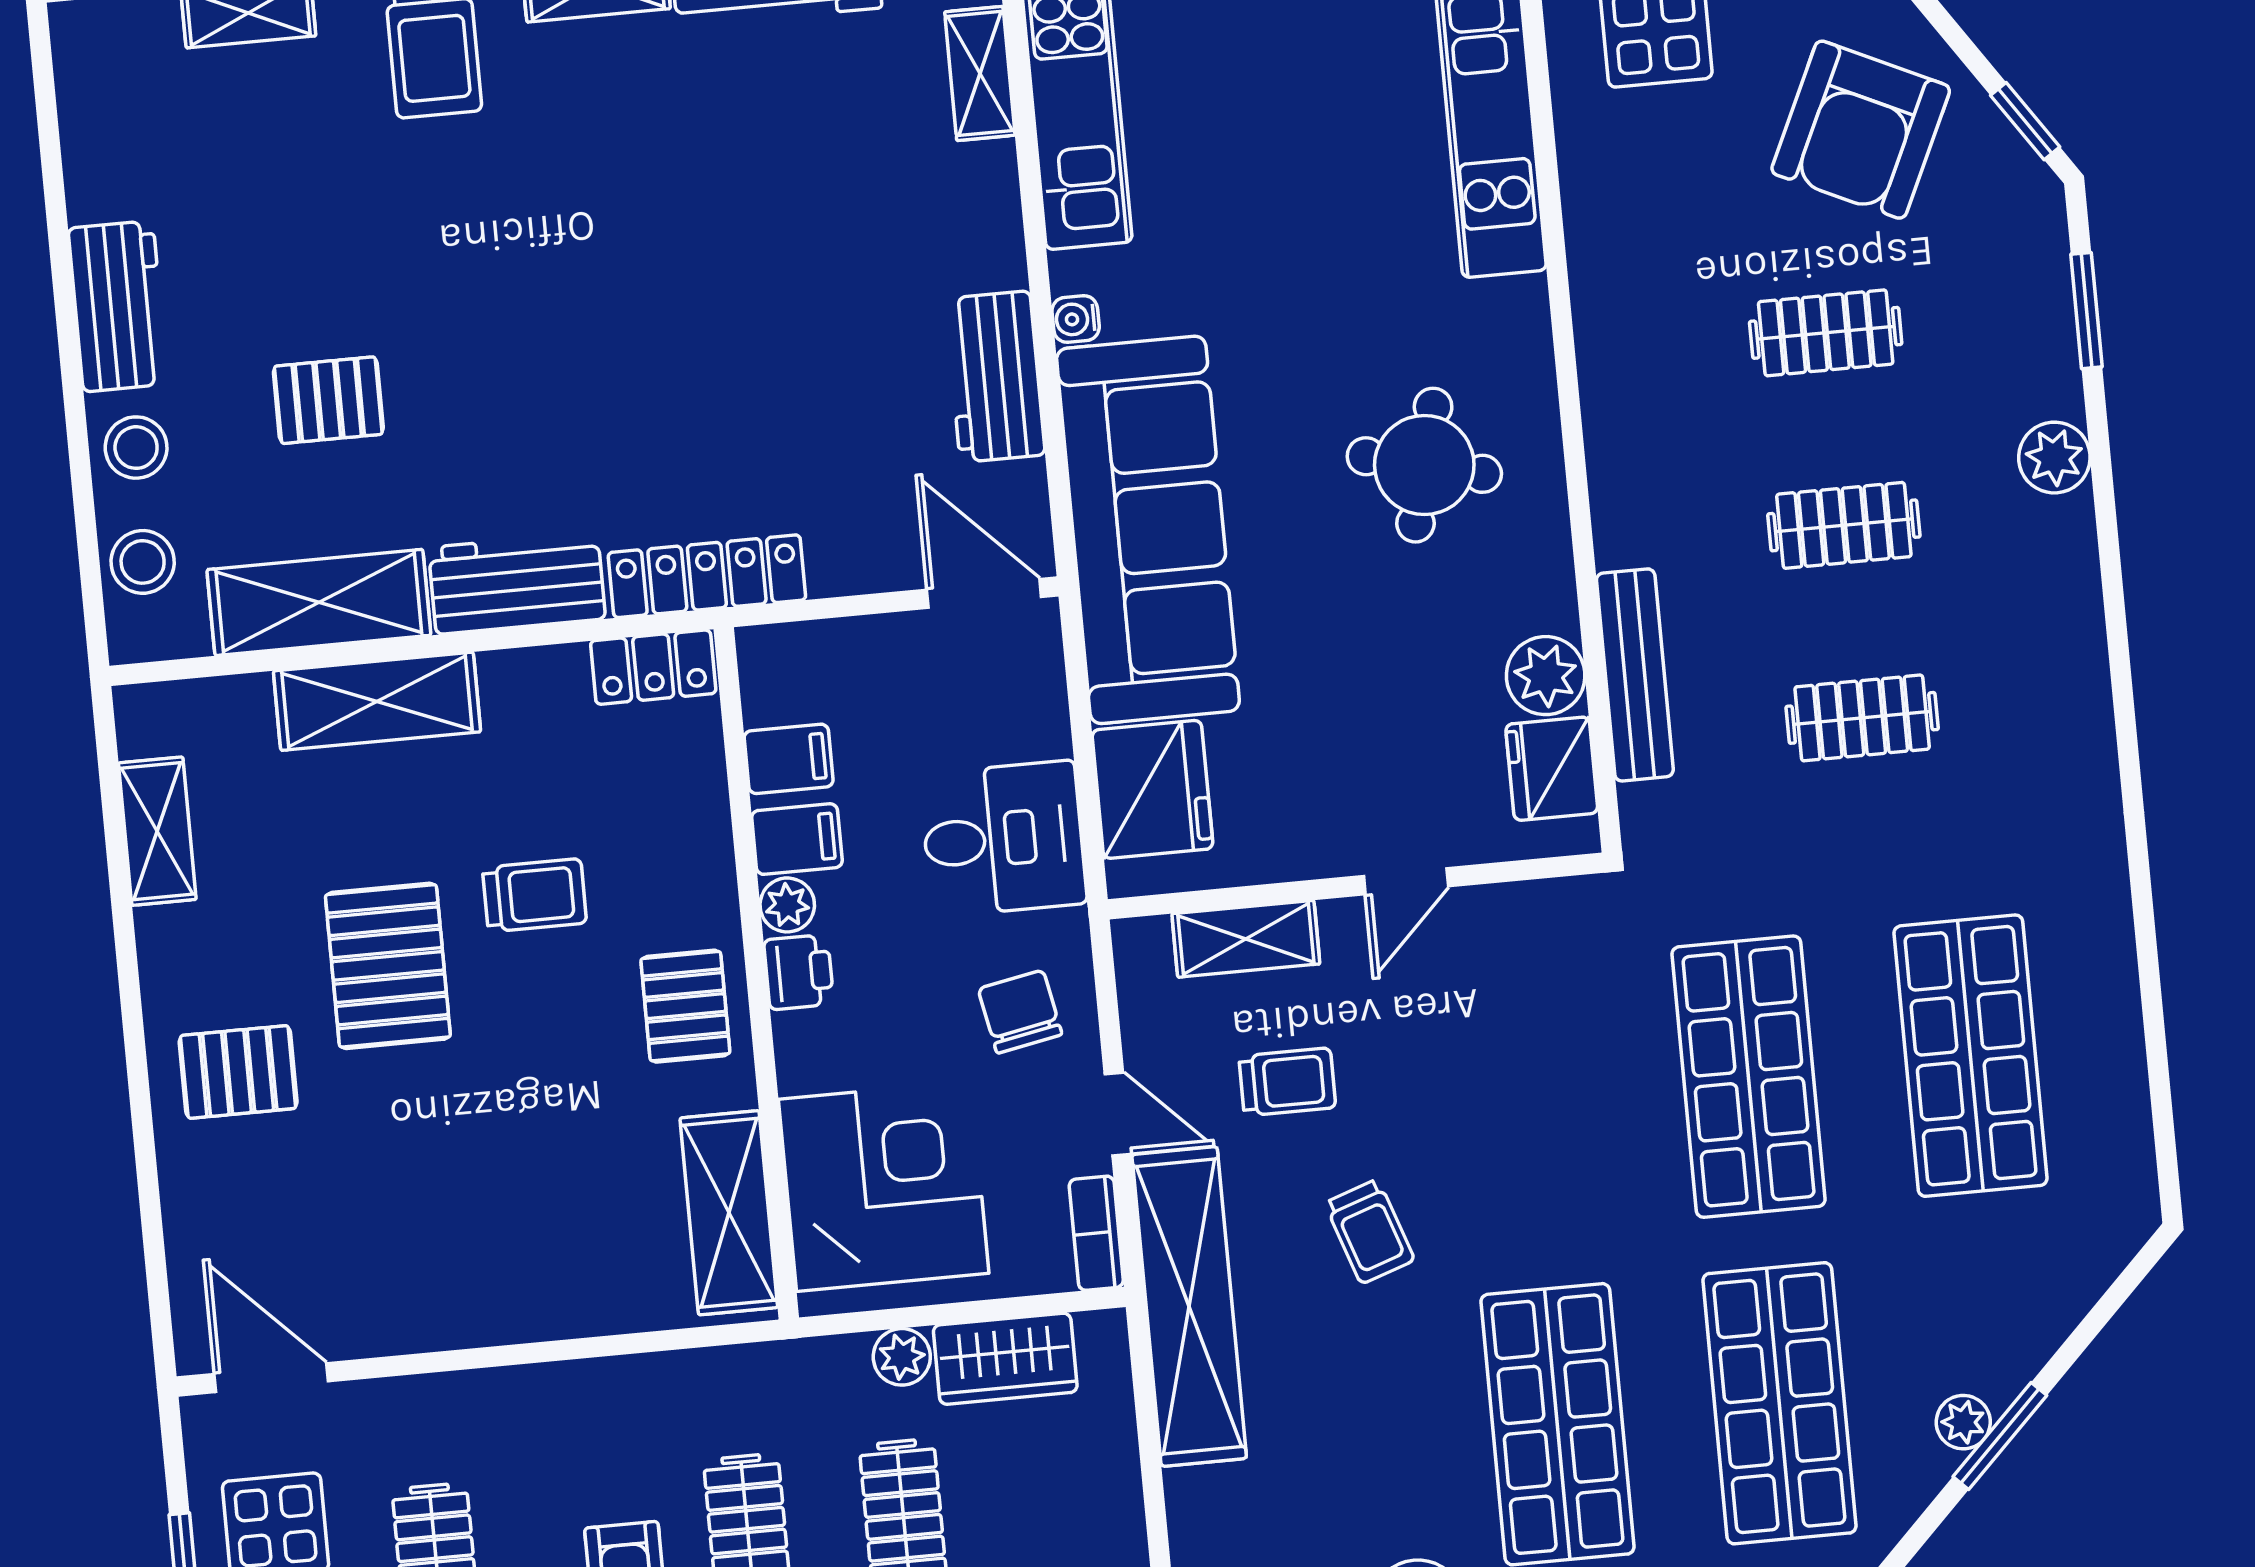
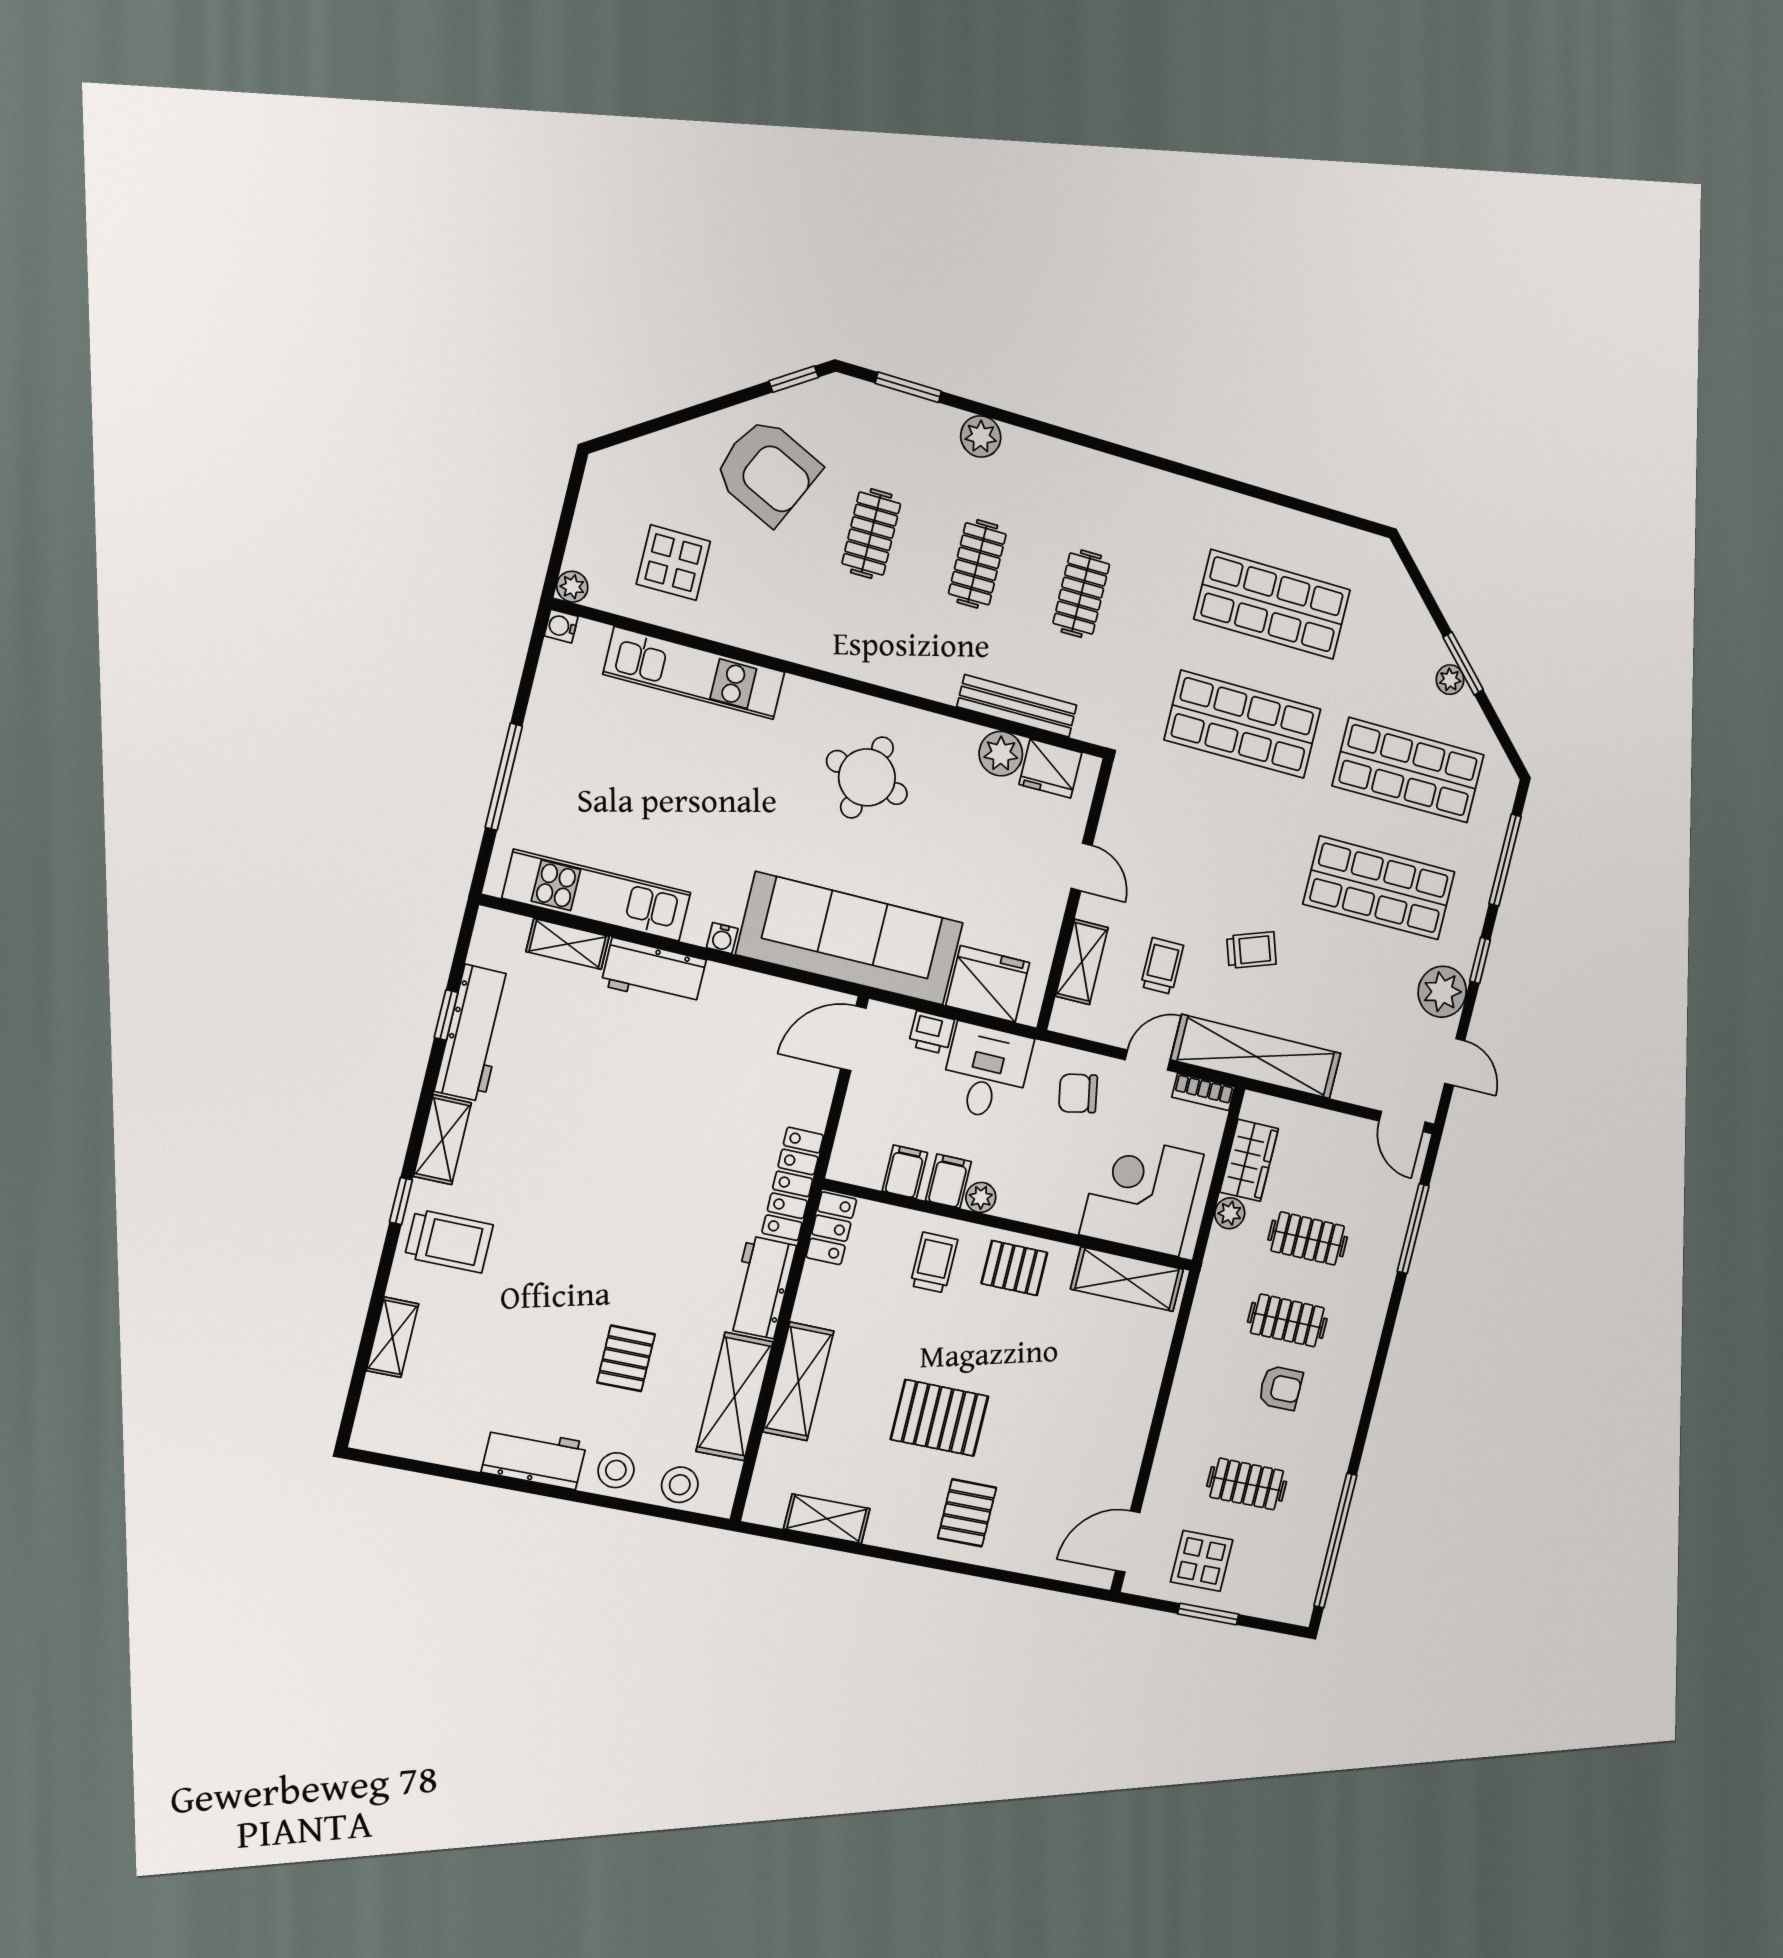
workbench: (995, 377) -> (654, 973), moved
trolley: (535, 895) -> (934, 1263), moved
printer: (799, 972) -> (931, 1033), moved, turned 180

